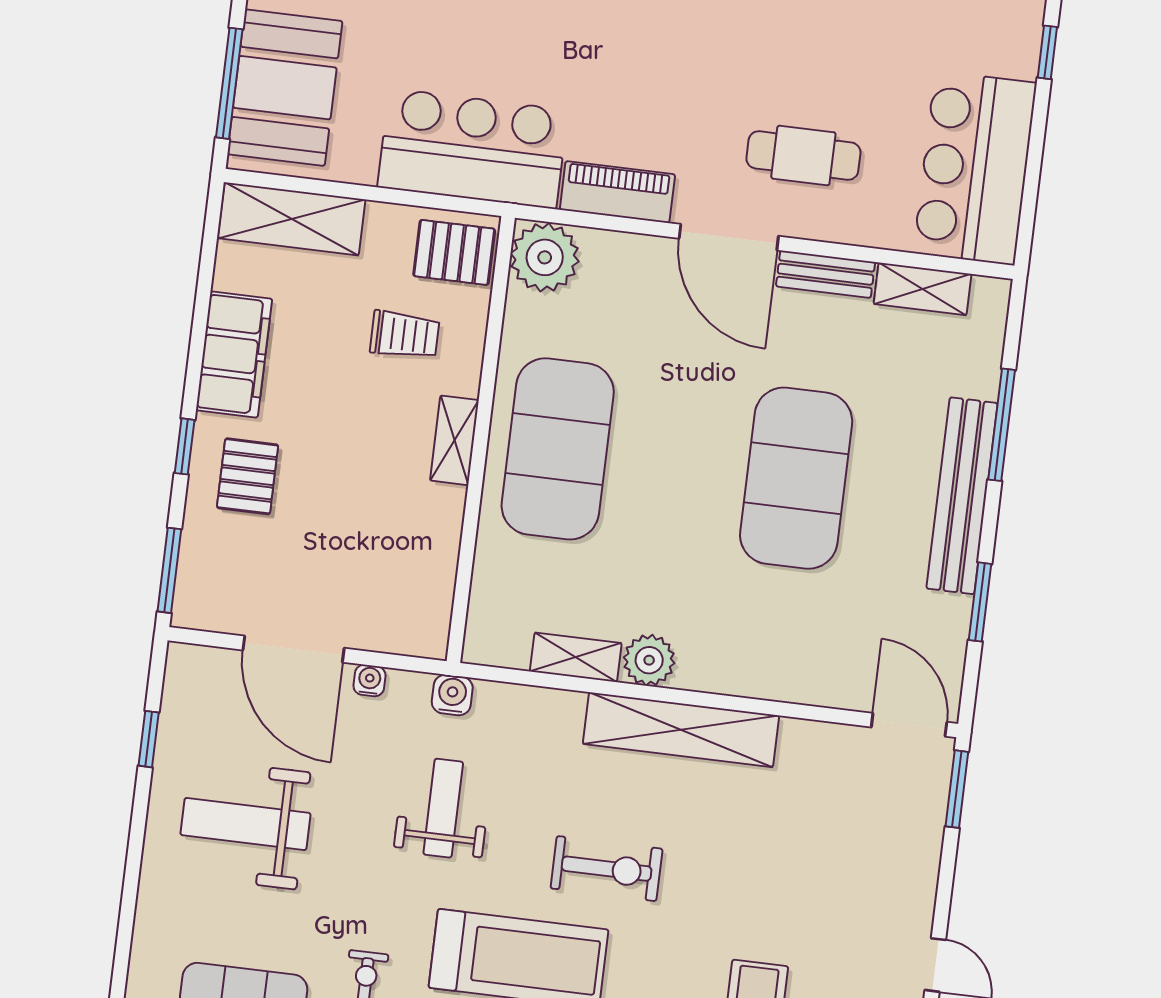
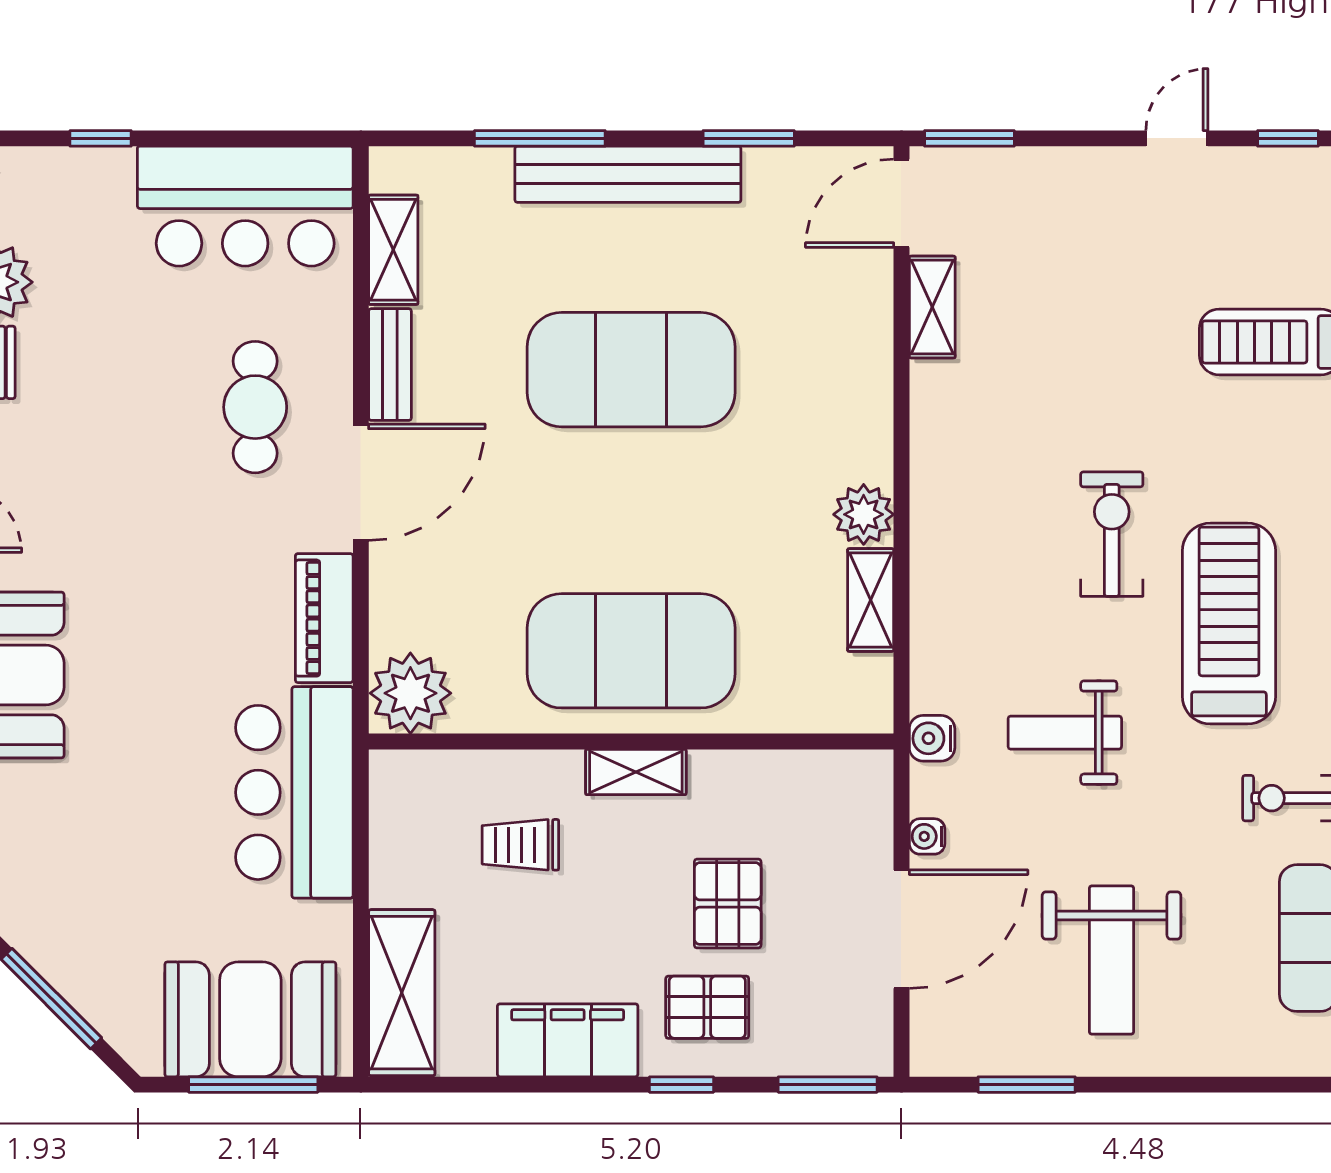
pallet: (454, 252) -> (728, 904), moved
trolley: (405, 335) -> (520, 845), turned -90
shelving: (681, 730) -> (932, 307), moved, width x0.45, depth x0.75
window: (149, 739) -> (1027, 1085), width x1.50

